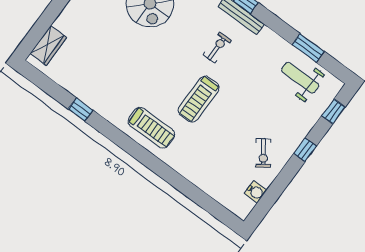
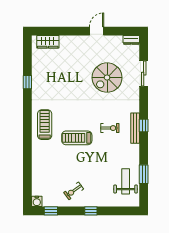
window: (333, 111) -> (51, 211), moved
treadmill: (151, 128) -> (45, 125), turned 180
water cooler: (256, 192) -> (37, 201), moved

